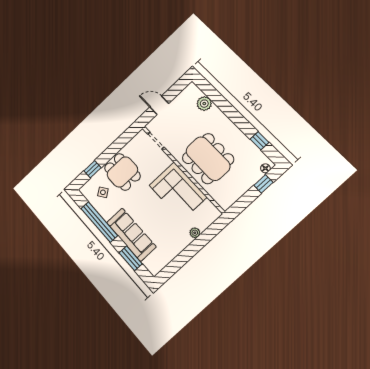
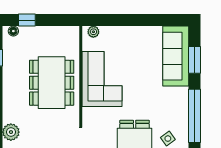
plant: (195, 233) -> (93, 32), moved
sofa: (131, 235) -> (176, 56), moved

